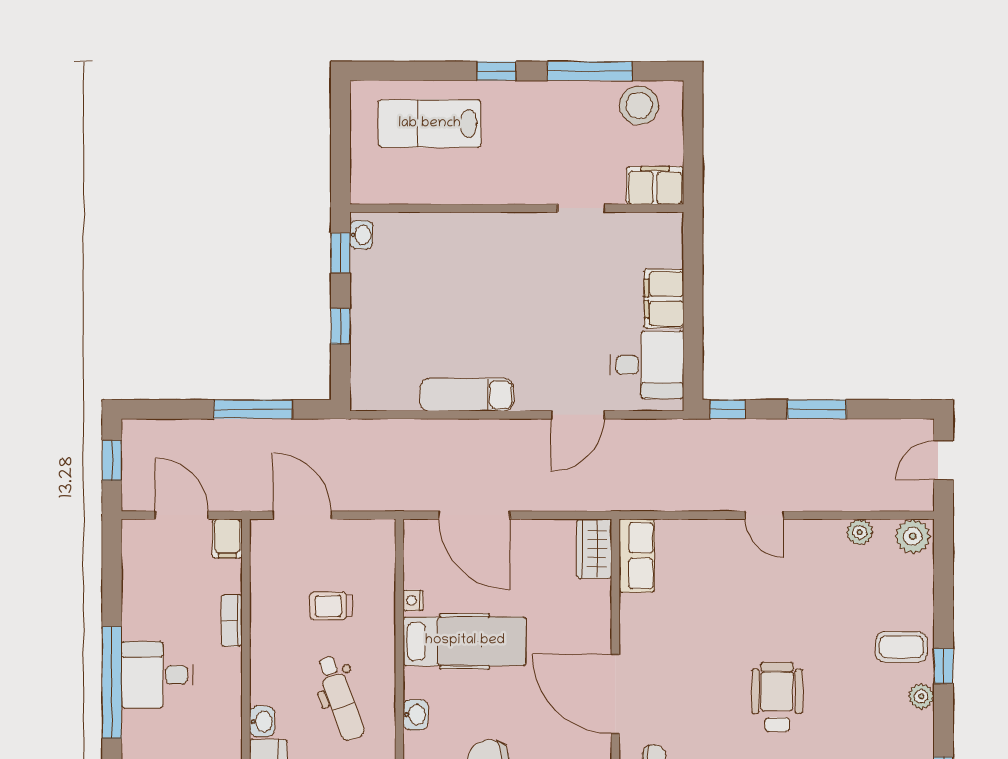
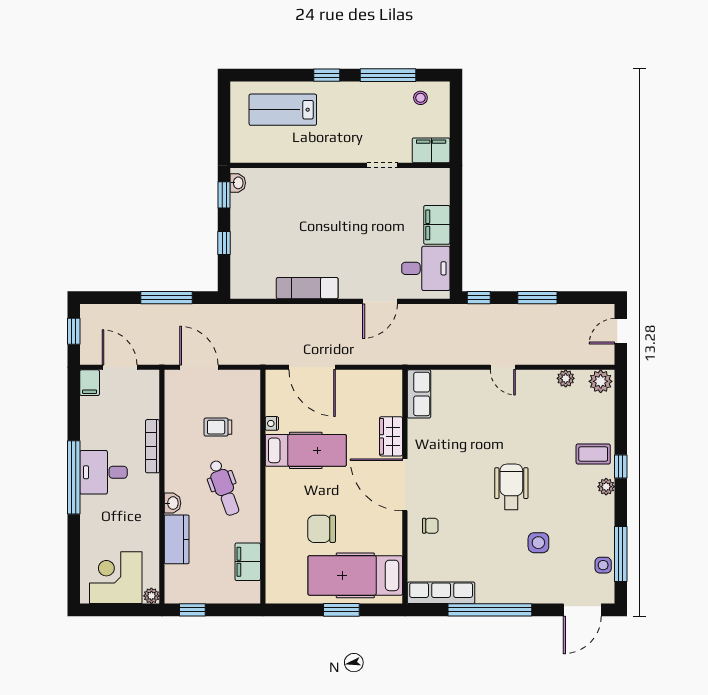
stool: (639, 105) -> (420, 98), width x0.53, depth x0.53
filing cabinet: (227, 538) -> (90, 383), moved
wardrobe: (594, 549) -> (391, 436), moved
bookcase: (232, 620) -> (153, 446), width x1.56
washbasin: (415, 715) -> (273, 499), removed

